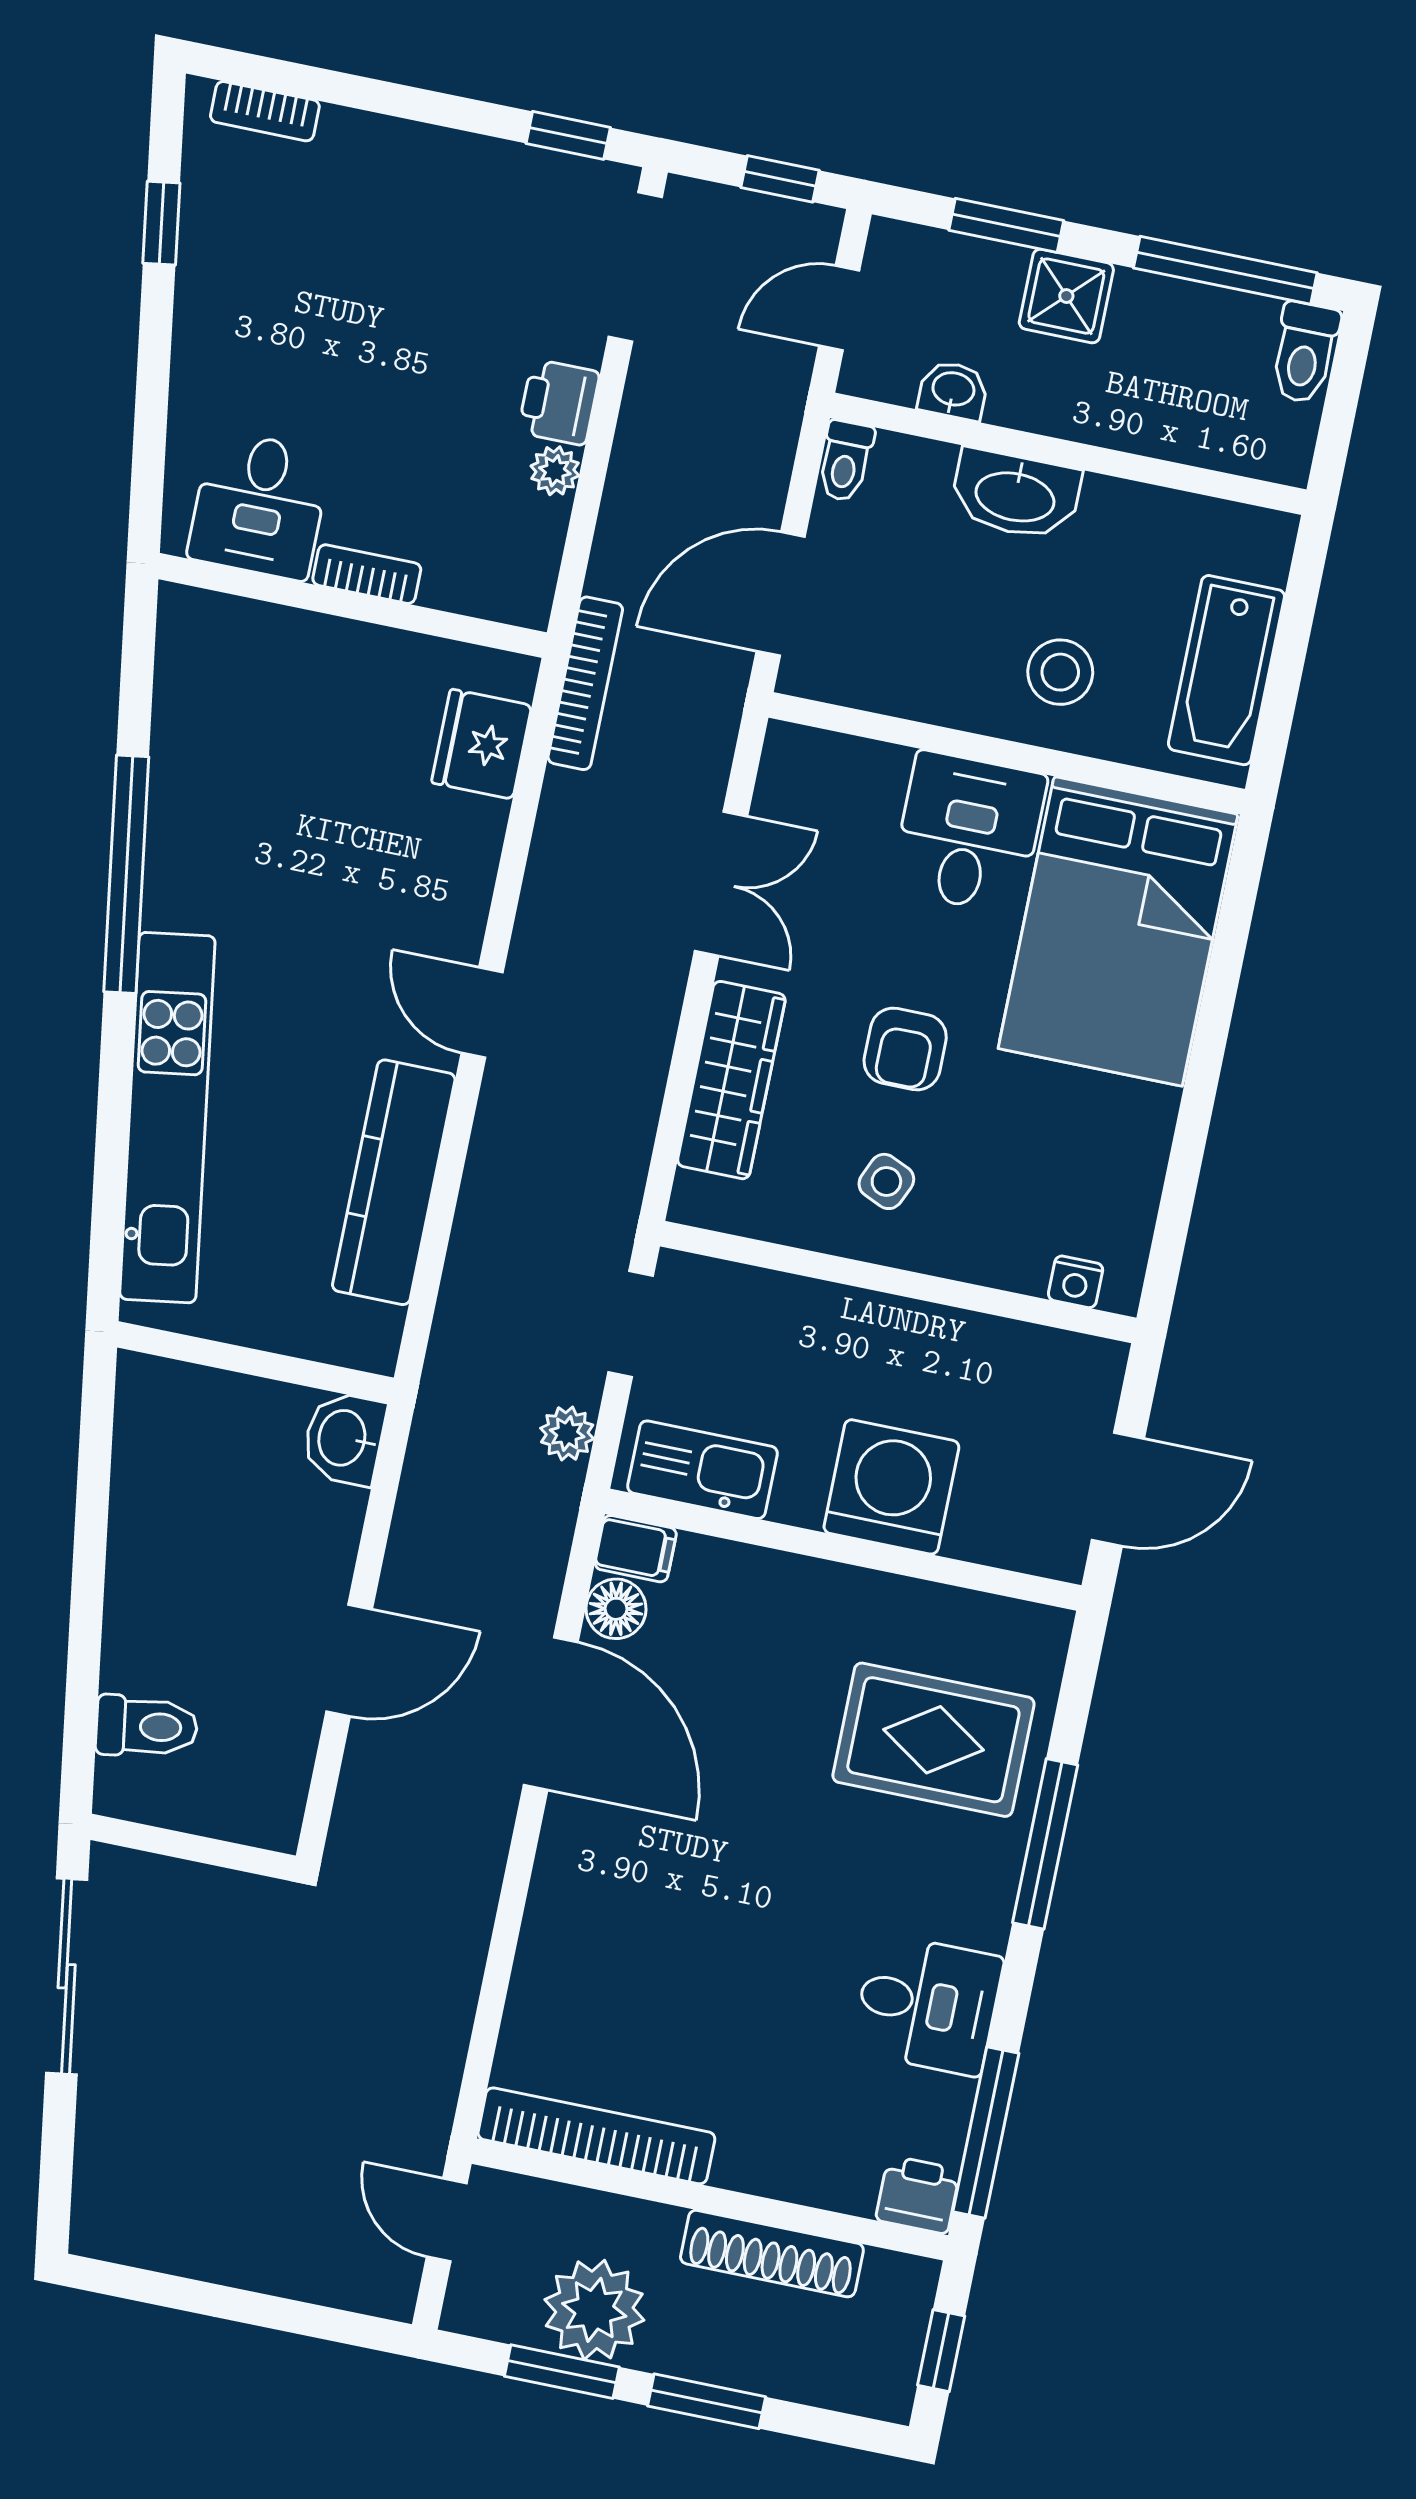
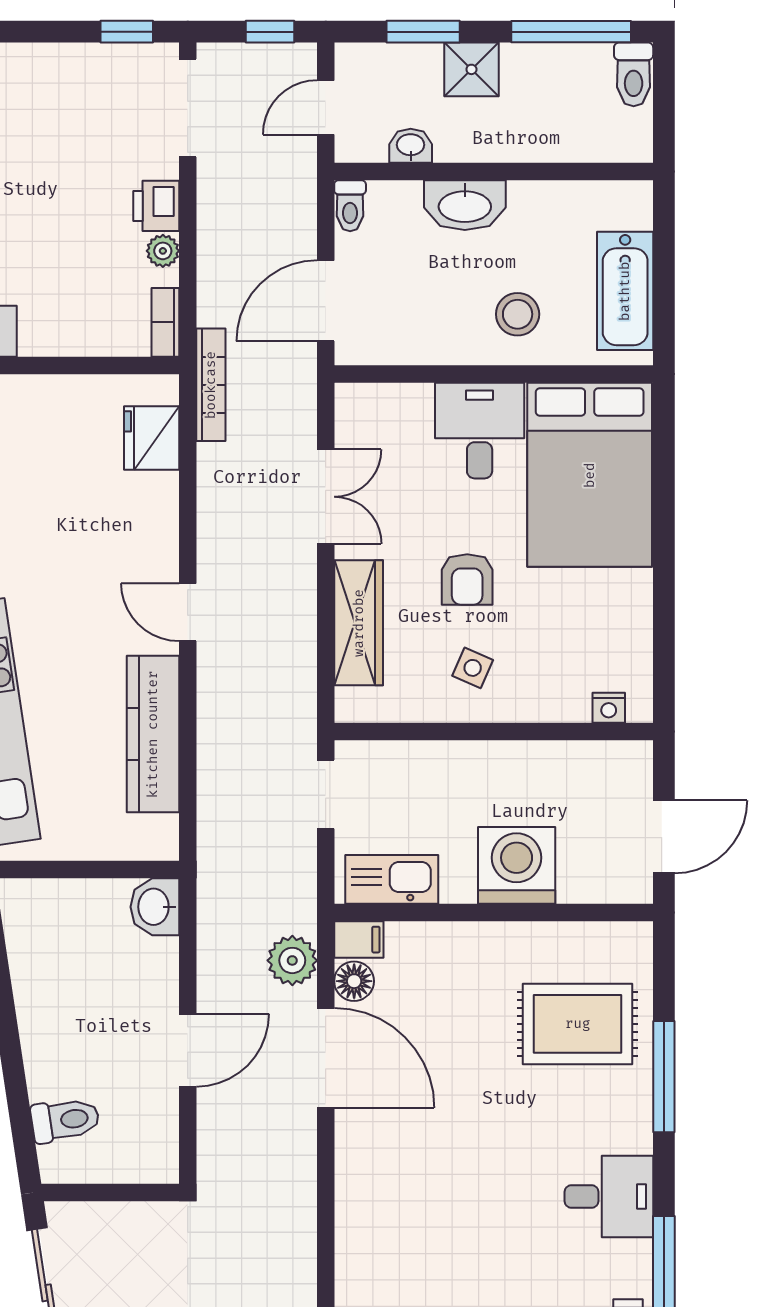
bookcase: (367, 574) -> (165, 322), moved, turned -90
plant: (567, 1433) -> (292, 960), moved, width x1.38, depth x1.38

